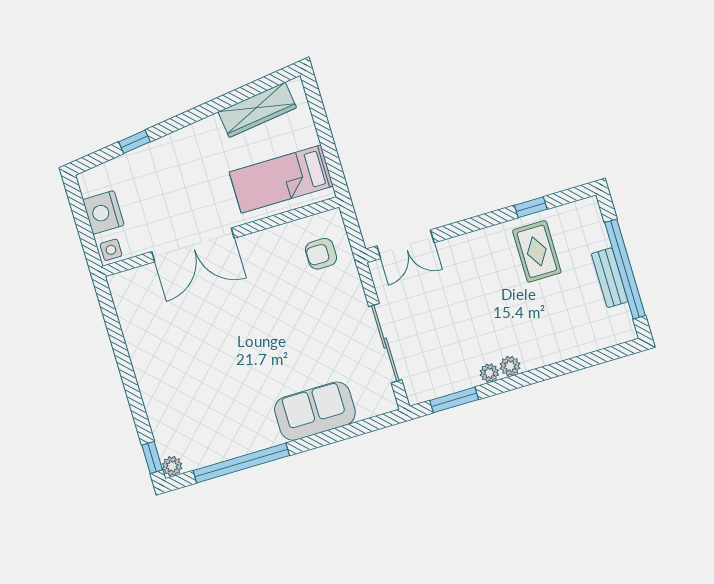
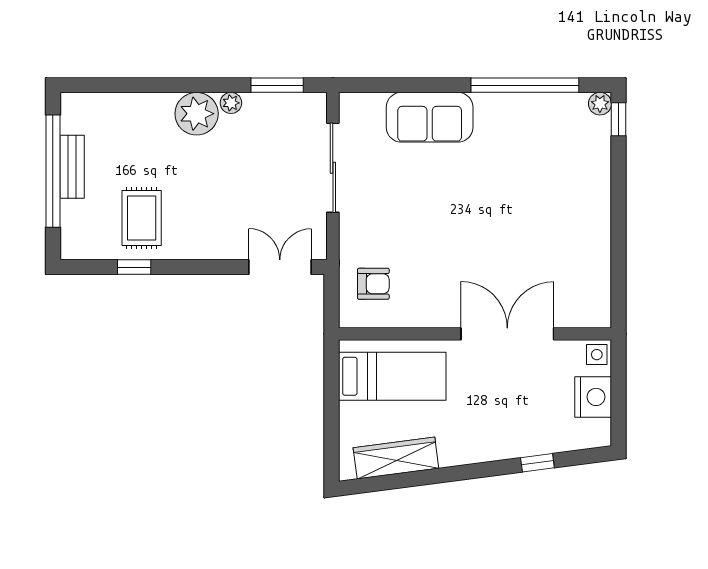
plant: (510, 366) -> (197, 114), width x1.88, depth x1.88

